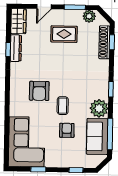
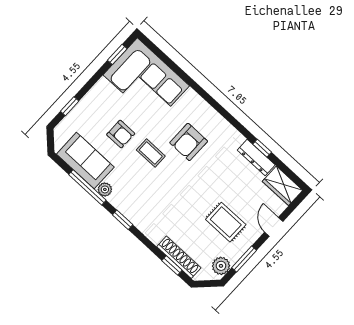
rug: (64, 34) -> (226, 222), turned 90
armchair: (39, 91) -> (189, 142), turned -90
plant: (99, 108) -> (105, 189), width x0.53, depth x0.53
window: (110, 134) -> (87, 187), moved
window: (38, 169) -> (117, 54), moved

